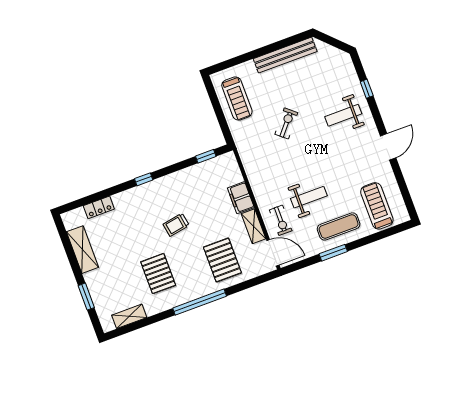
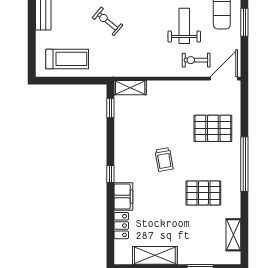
filing cabinet: (241, 198) -> (123, 197), moved, turned -90
exercise bike: (281, 220) -> (196, 60), turned 180
shelving: (253, 226) -> (130, 88), moved

